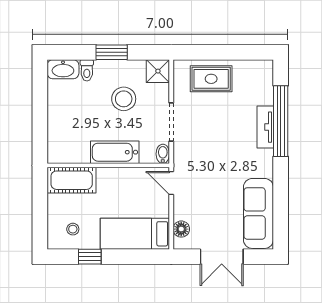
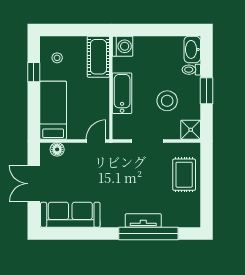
washing machine: (59, 152) -> (123, 46), added
bidet: (163, 154) -> (121, 134), removed

